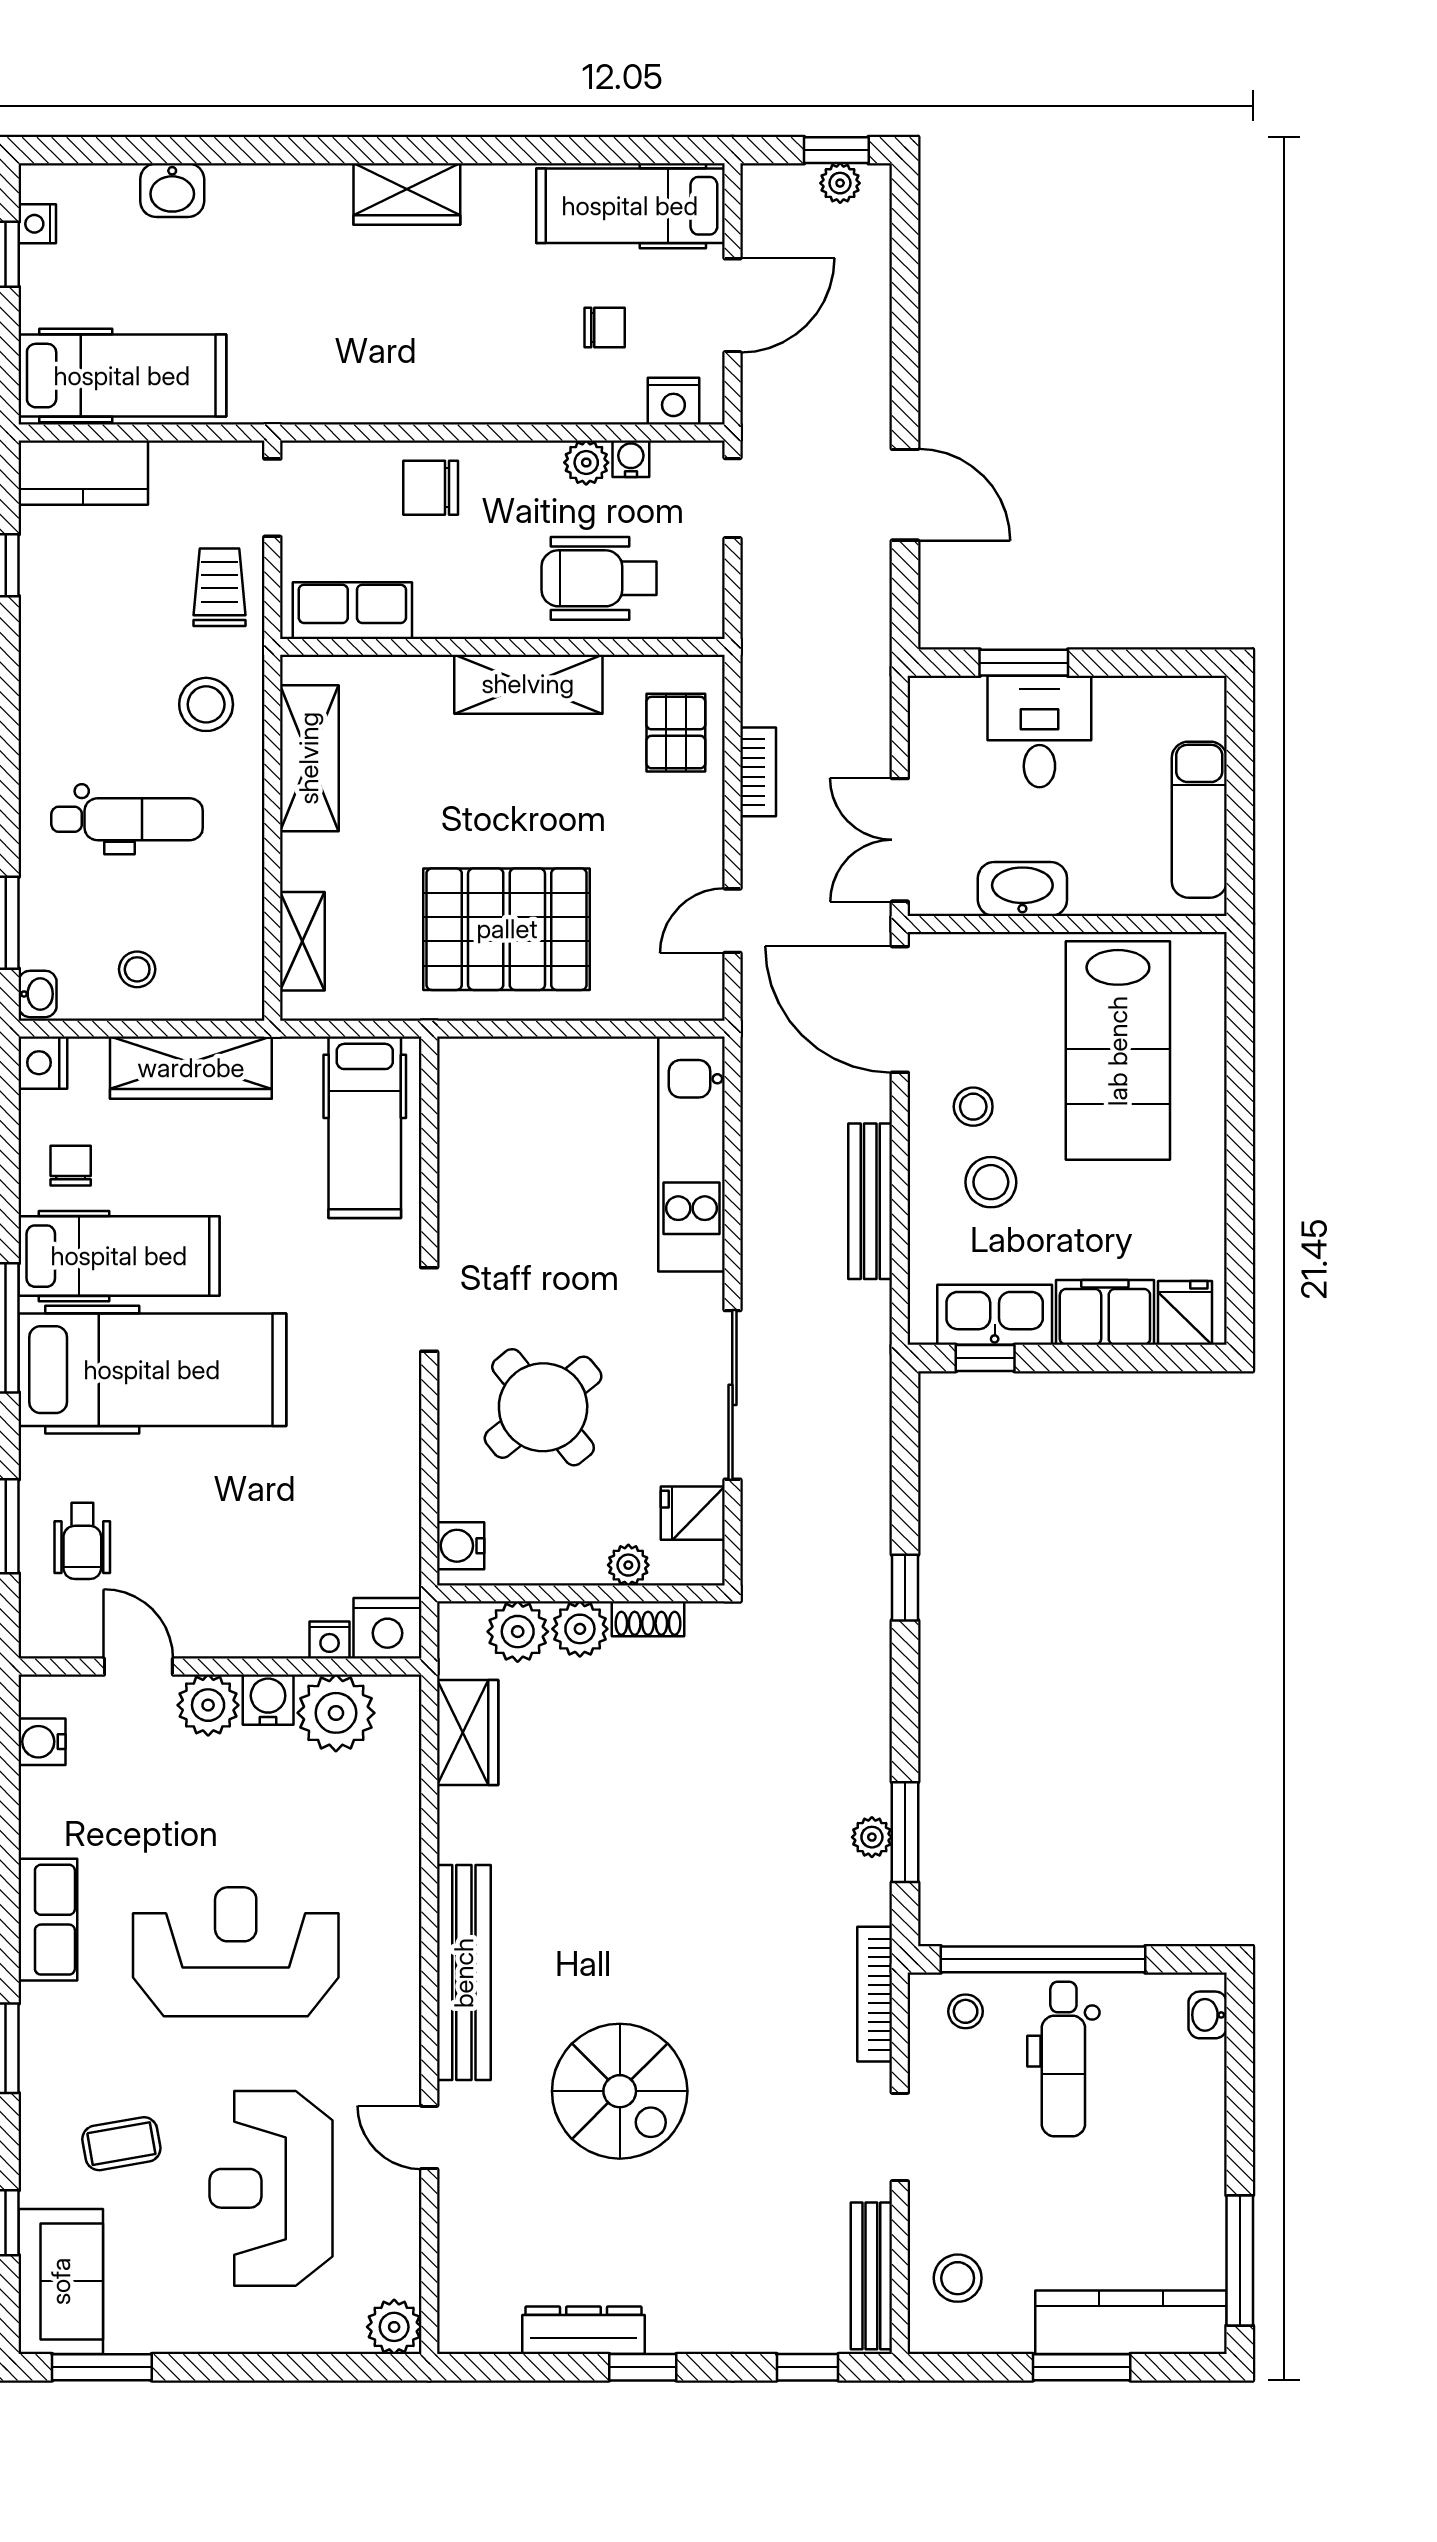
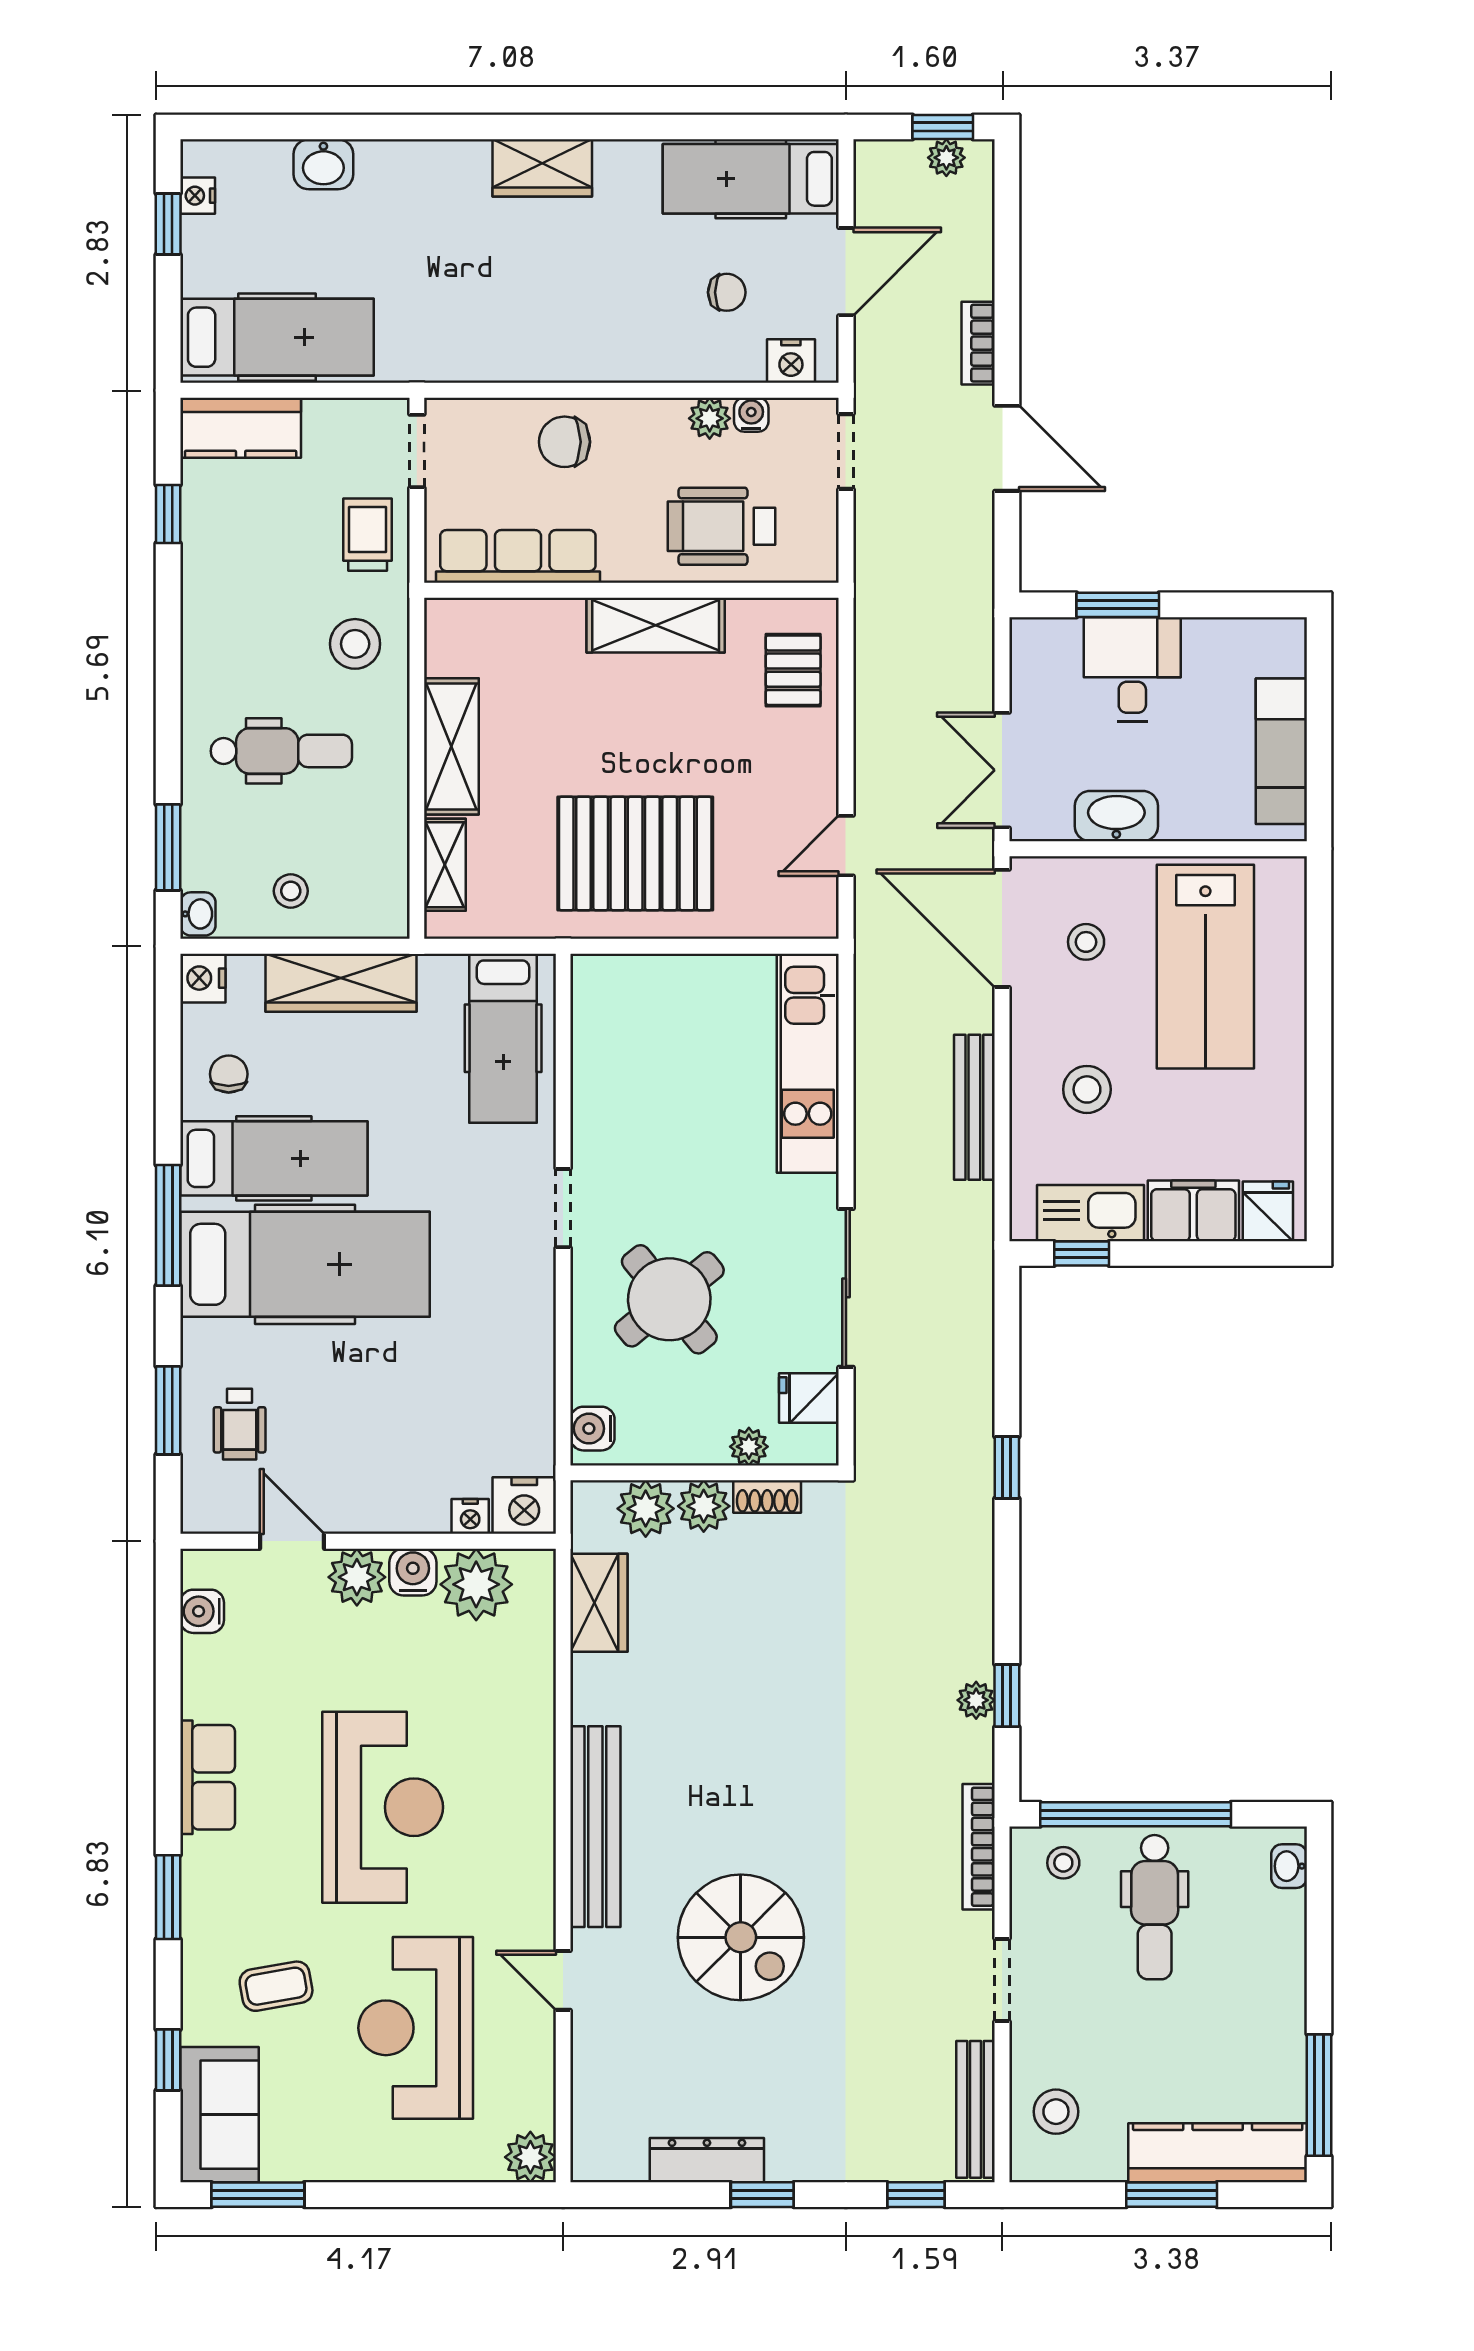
row of seats: (352, 611) -> (518, 556), width x1.48
shelving: (309, 758) -> (451, 746), moved
bookcase: (758, 772) -> (978, 343), moved, turned 180
stool: (973, 1107) -> (1086, 942), moved
window: (905, 1832) -> (1007, 1696), width x0.67
reception desk: (236, 1952) -> (383, 1807), turned 90

